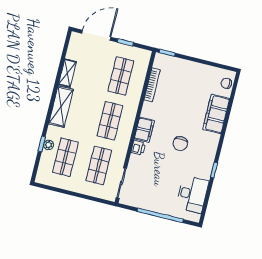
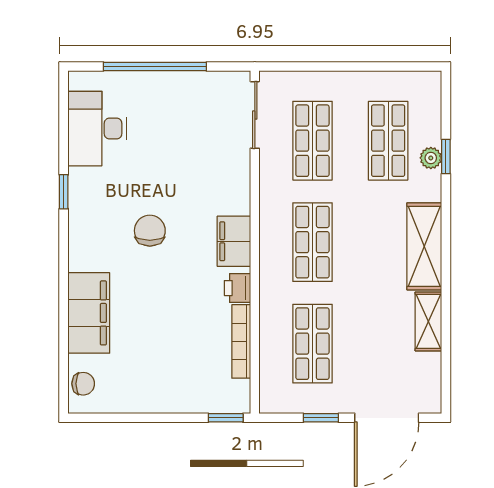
printer: (138, 148) -> (237, 288), moved

